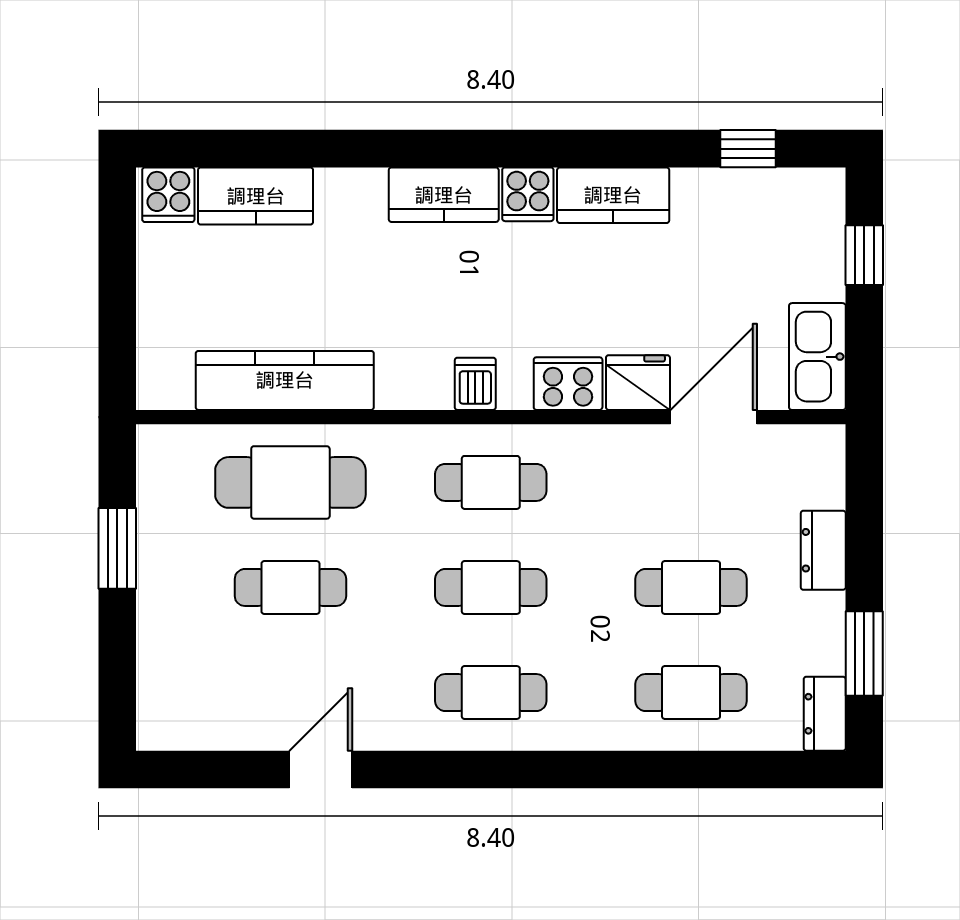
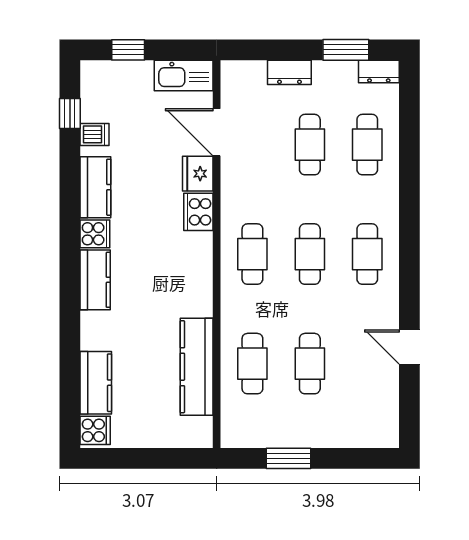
dishwasher: (475, 384) -> (94, 134), moved, turned 180
cafe table: (290, 482) -> (252, 364), width x0.73, depth x0.74

